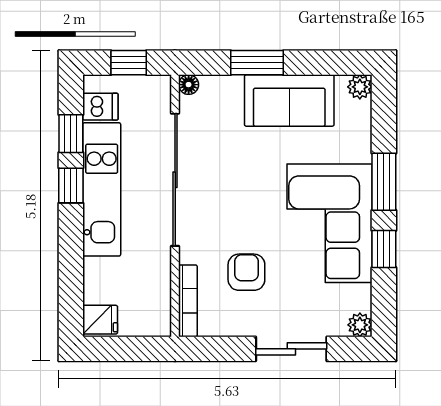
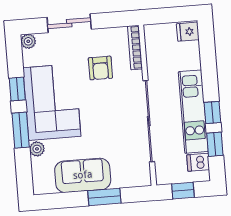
floor lamp: (189, 85) -> (145, 180), removed
plant: (360, 87) -> (37, 149), moved

